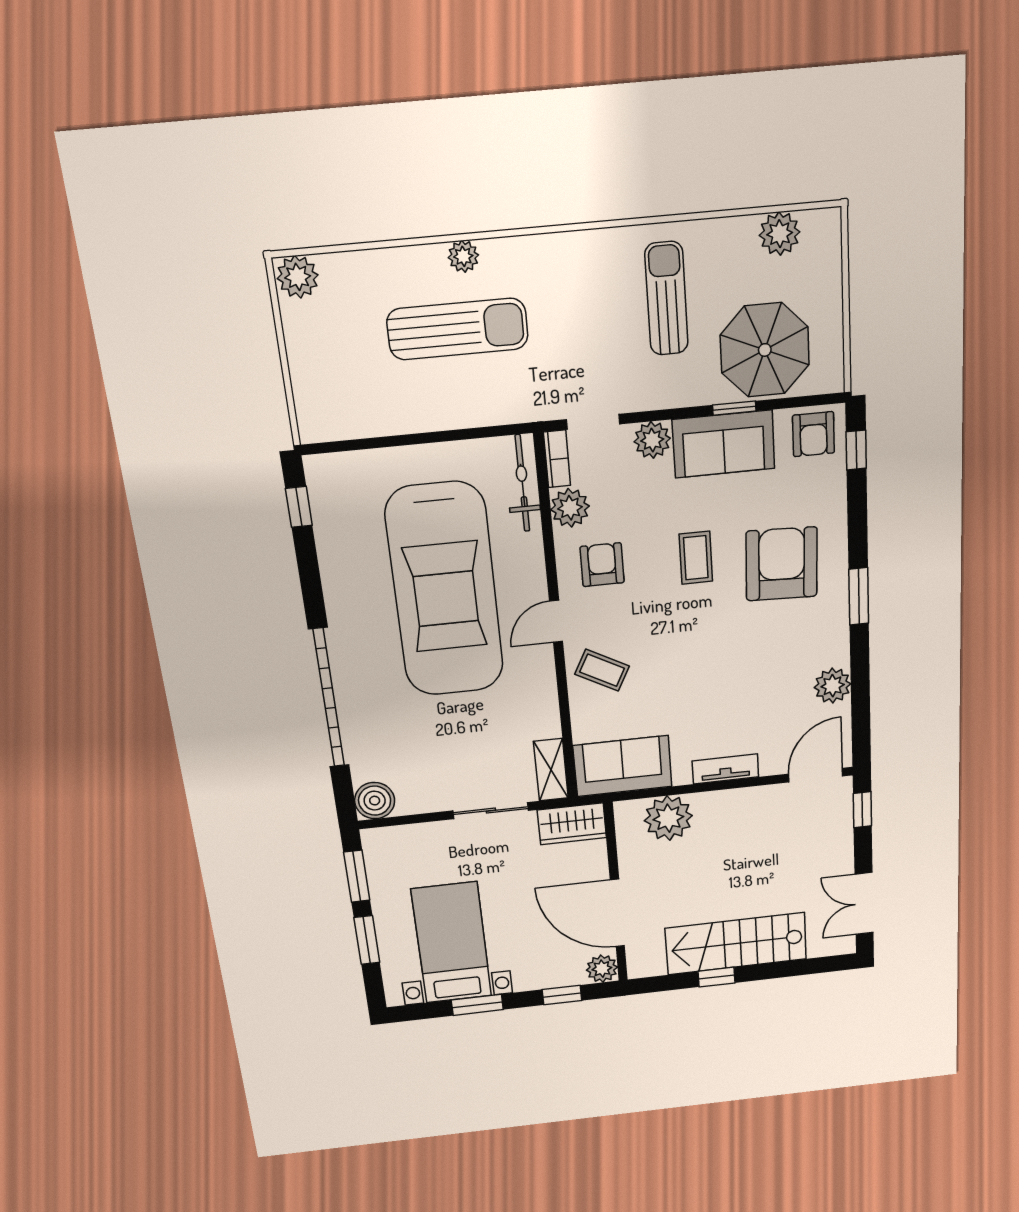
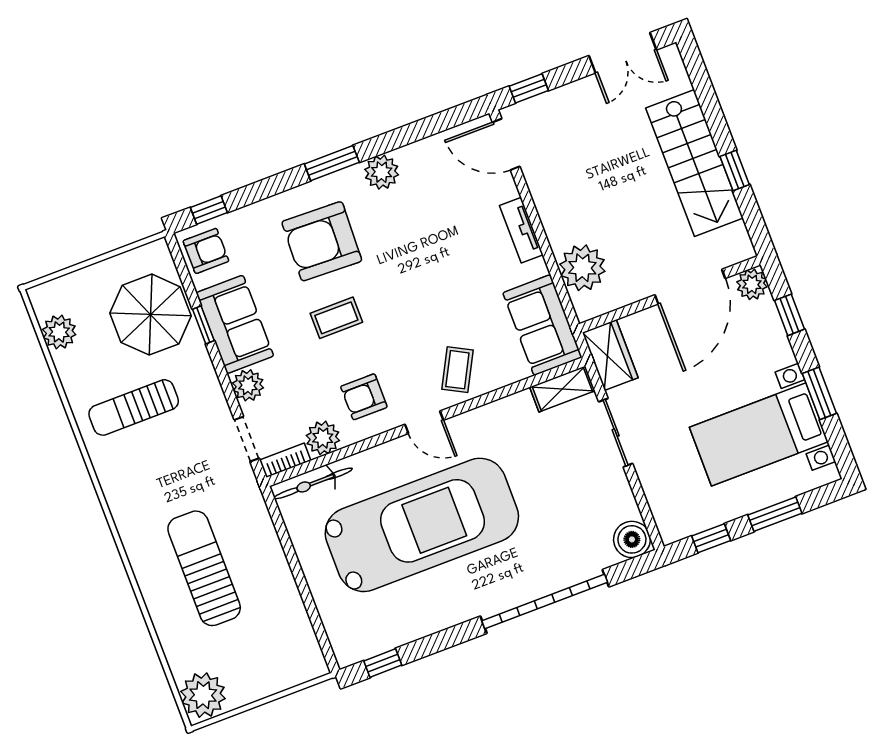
plant: (463, 256) -> (148, 578), removed
plant: (298, 277) -> (203, 695), width x1.36, depth x1.36
plant: (833, 686) -> (382, 172), moved
window: (357, 876) -> (711, 538), width x0.67

